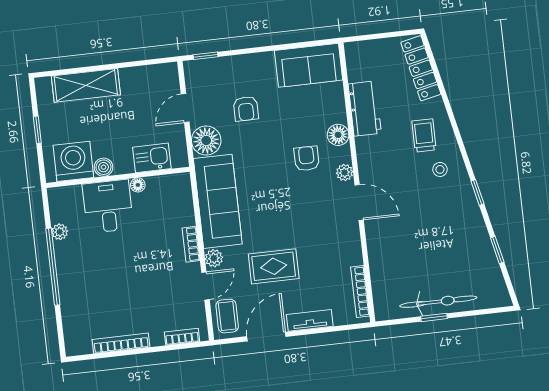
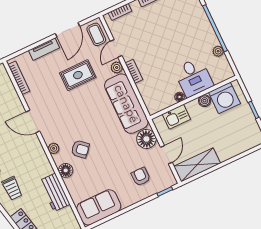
shelving: (86, 85) -> (197, 165), moved
armchair: (246, 109) -> (141, 177), moved
armchair: (307, 158) -> (80, 149), turned -48
door: (359, 202) -> (33, 121), moved

